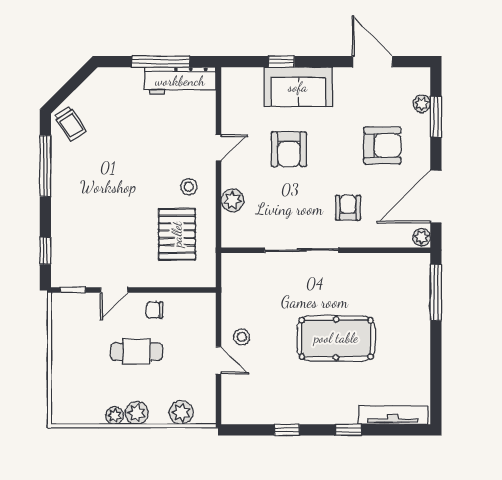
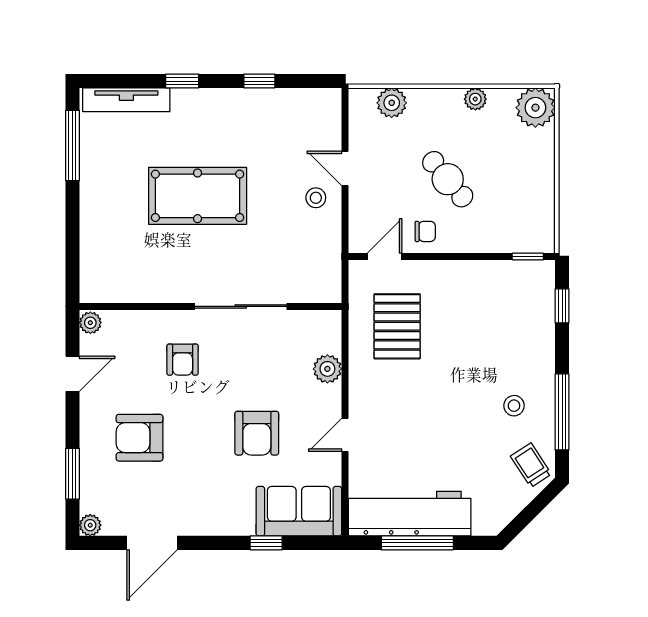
door: (372, 62) -> (152, 543), hinge flipped
workbench: (180, 81) -> (410, 514), width x1.36, depth x1.32
sofa: (298, 87) -> (299, 511), moved
plant: (422, 104) -> (90, 525), moved
armchair: (289, 149) -> (257, 433), turned 180
stool: (189, 187) -> (514, 406), moved
door: (436, 197) -> (72, 374), width x0.53
door: (114, 290) -> (385, 257), moved
window: (436, 293) -> (72, 145), moved
cafe table: (137, 352) -> (448, 179), turned 50
plant: (137, 413) -> (535, 108), moved, width x1.36, depth x1.36

